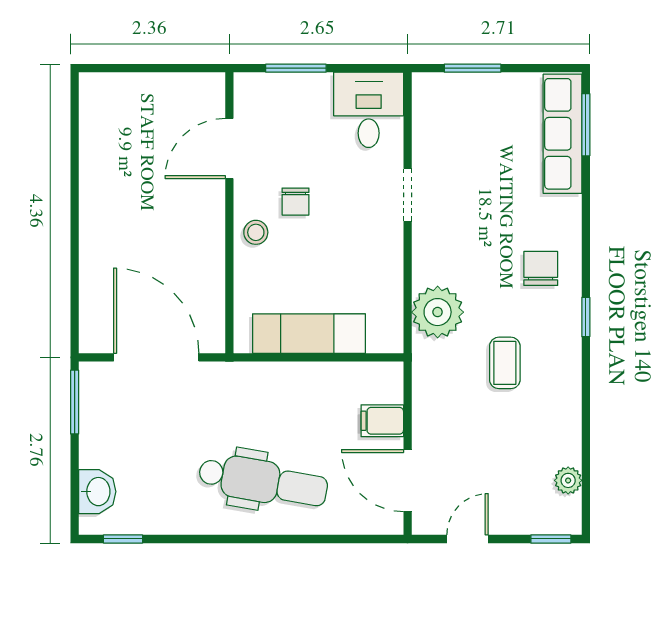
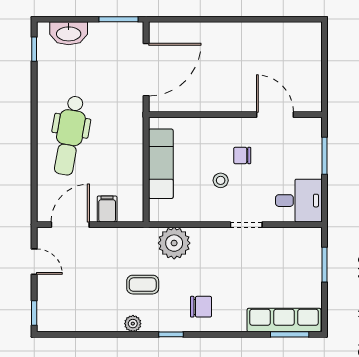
stool: (256, 232) -> (221, 180), moved
plant: (568, 480) -> (133, 324), moved
washbasin: (97, 492) -> (69, 33), width x1.38

